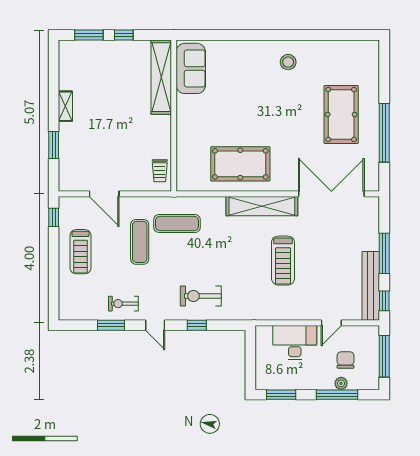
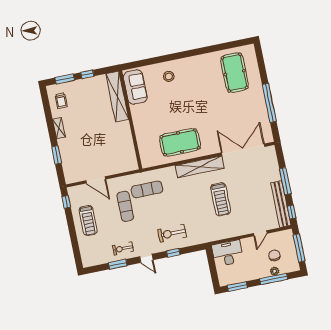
stool: (288, 62) -> (169, 76), moved
pool table: (341, 115) -> (235, 73), moved
trolley: (160, 171) -> (61, 101), moved
desk: (295, 342) -> (228, 253), moved

